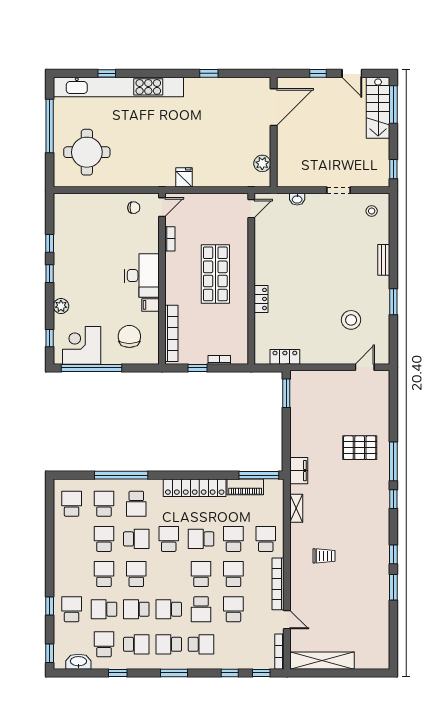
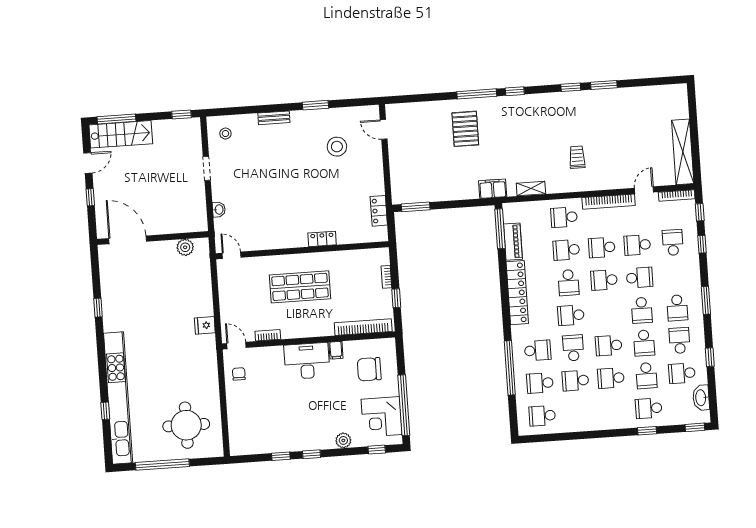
school desk: (201, 644) -> (673, 242), moved

